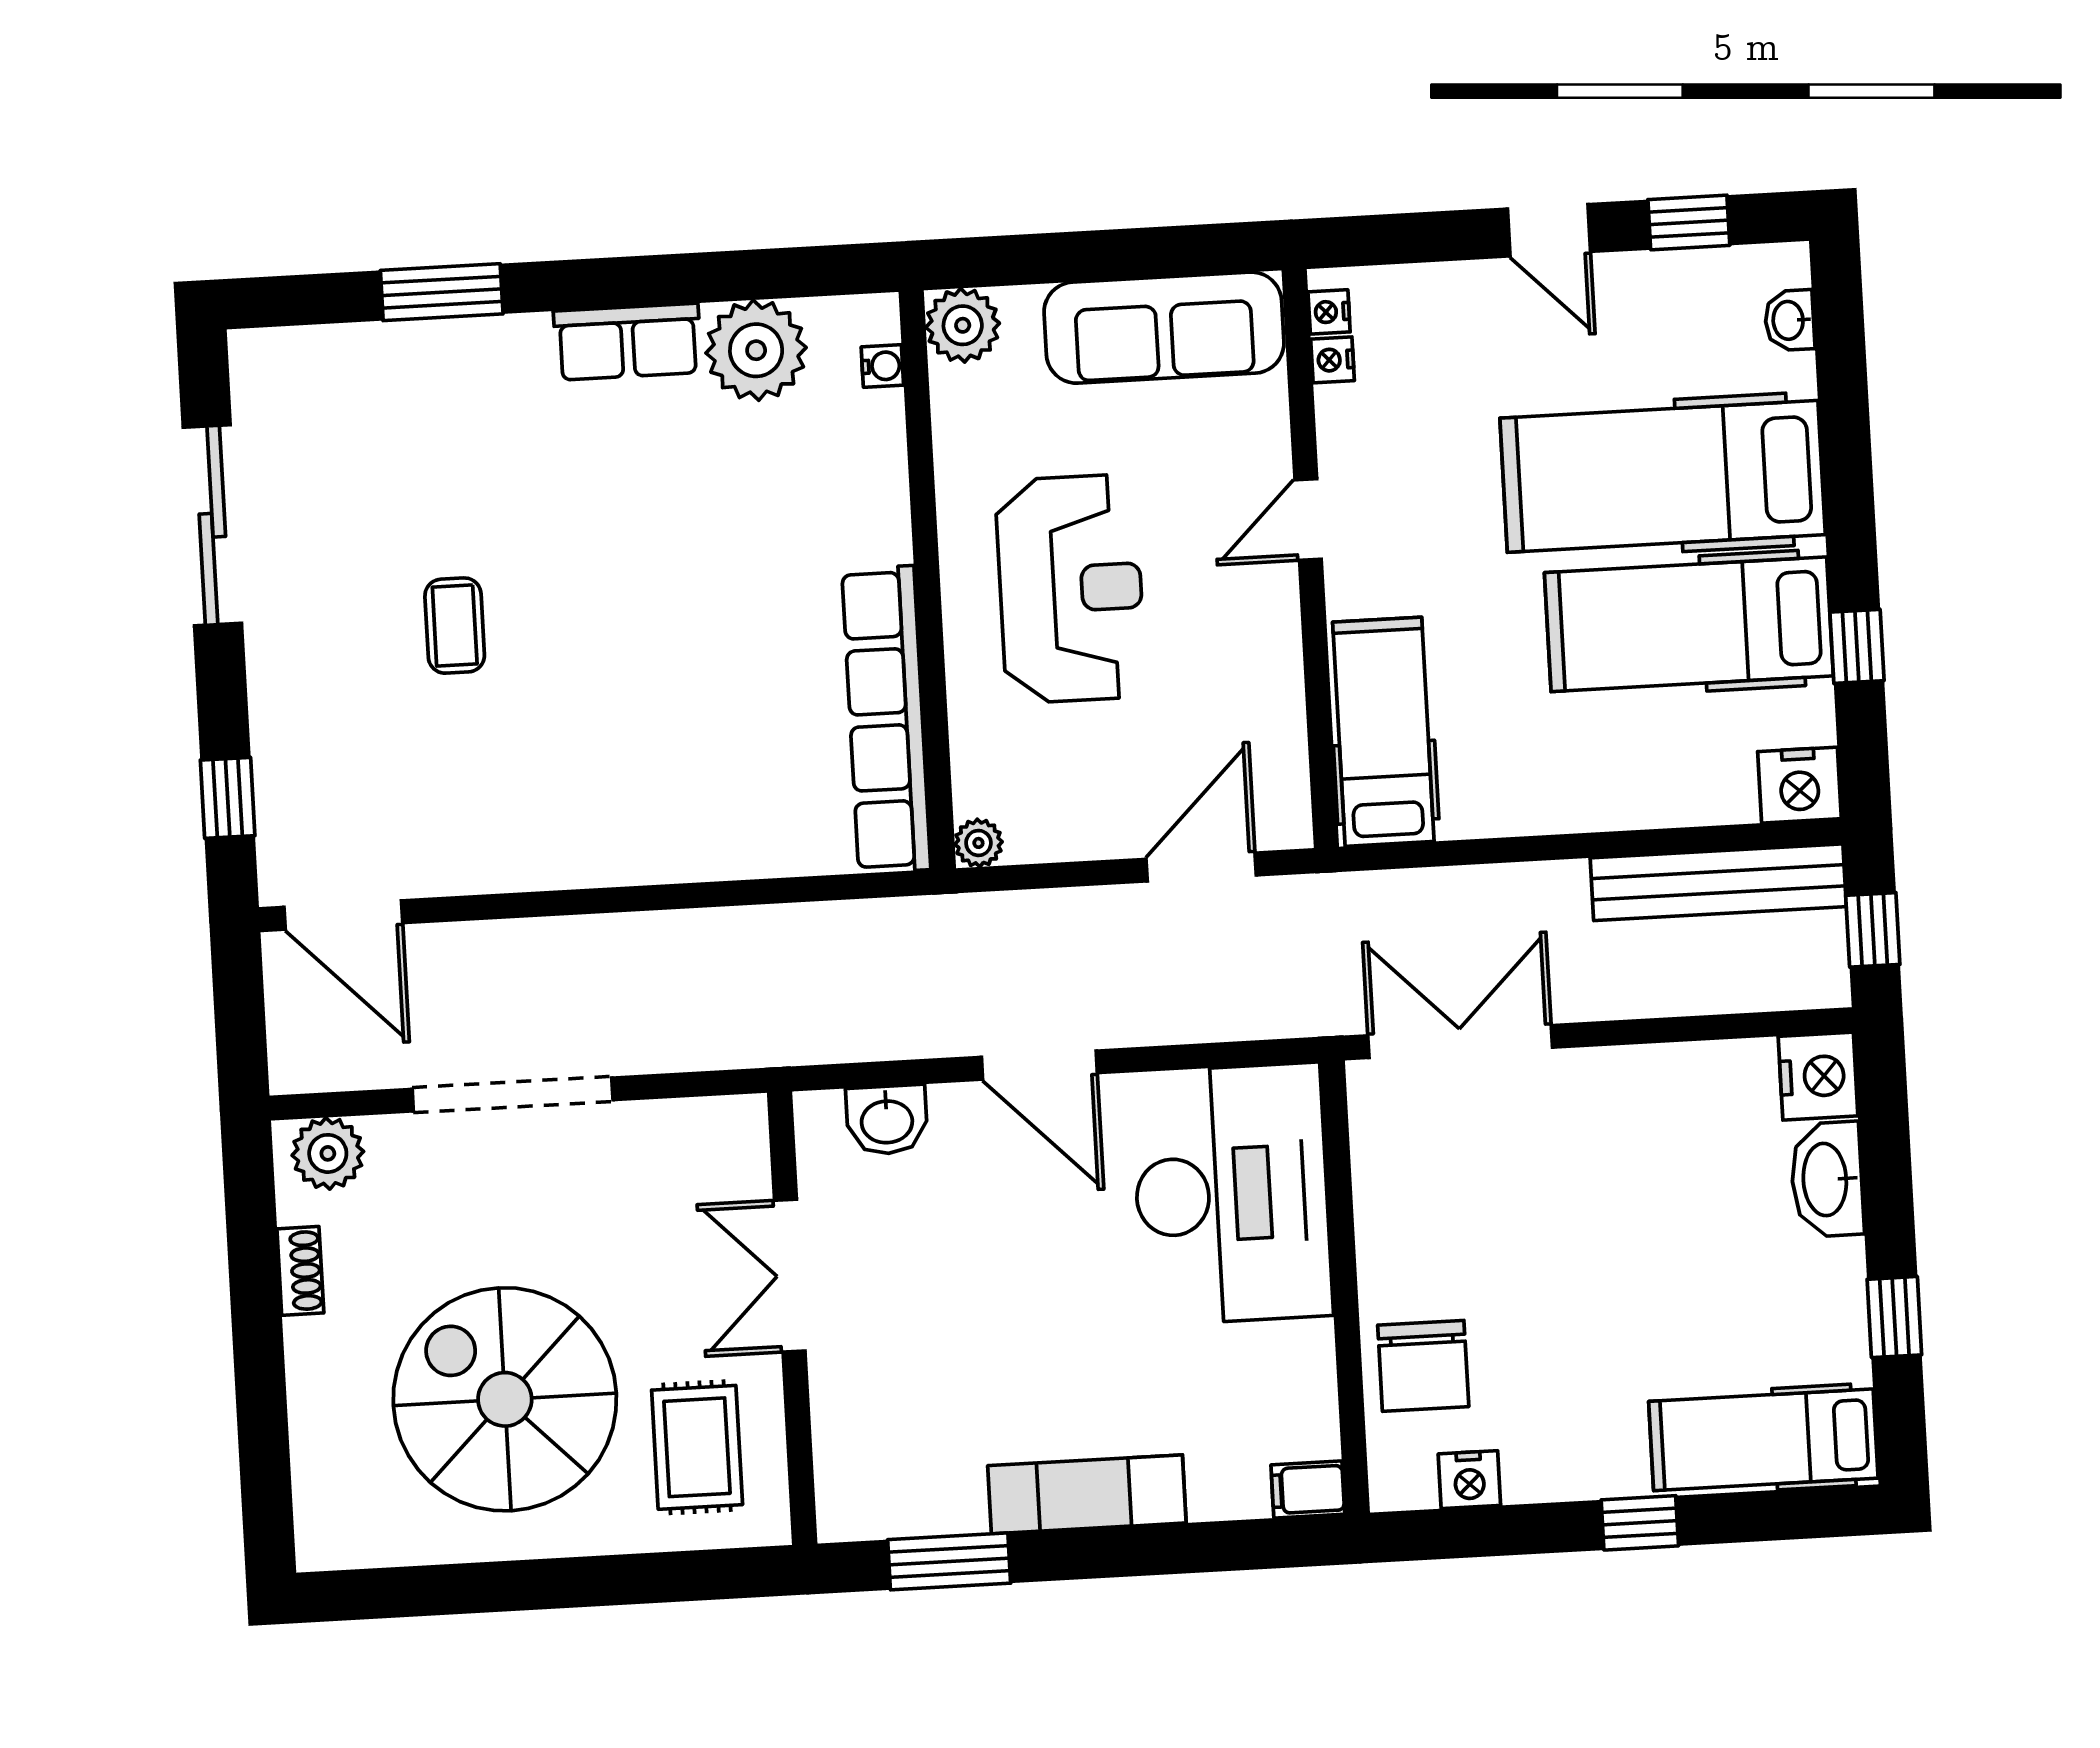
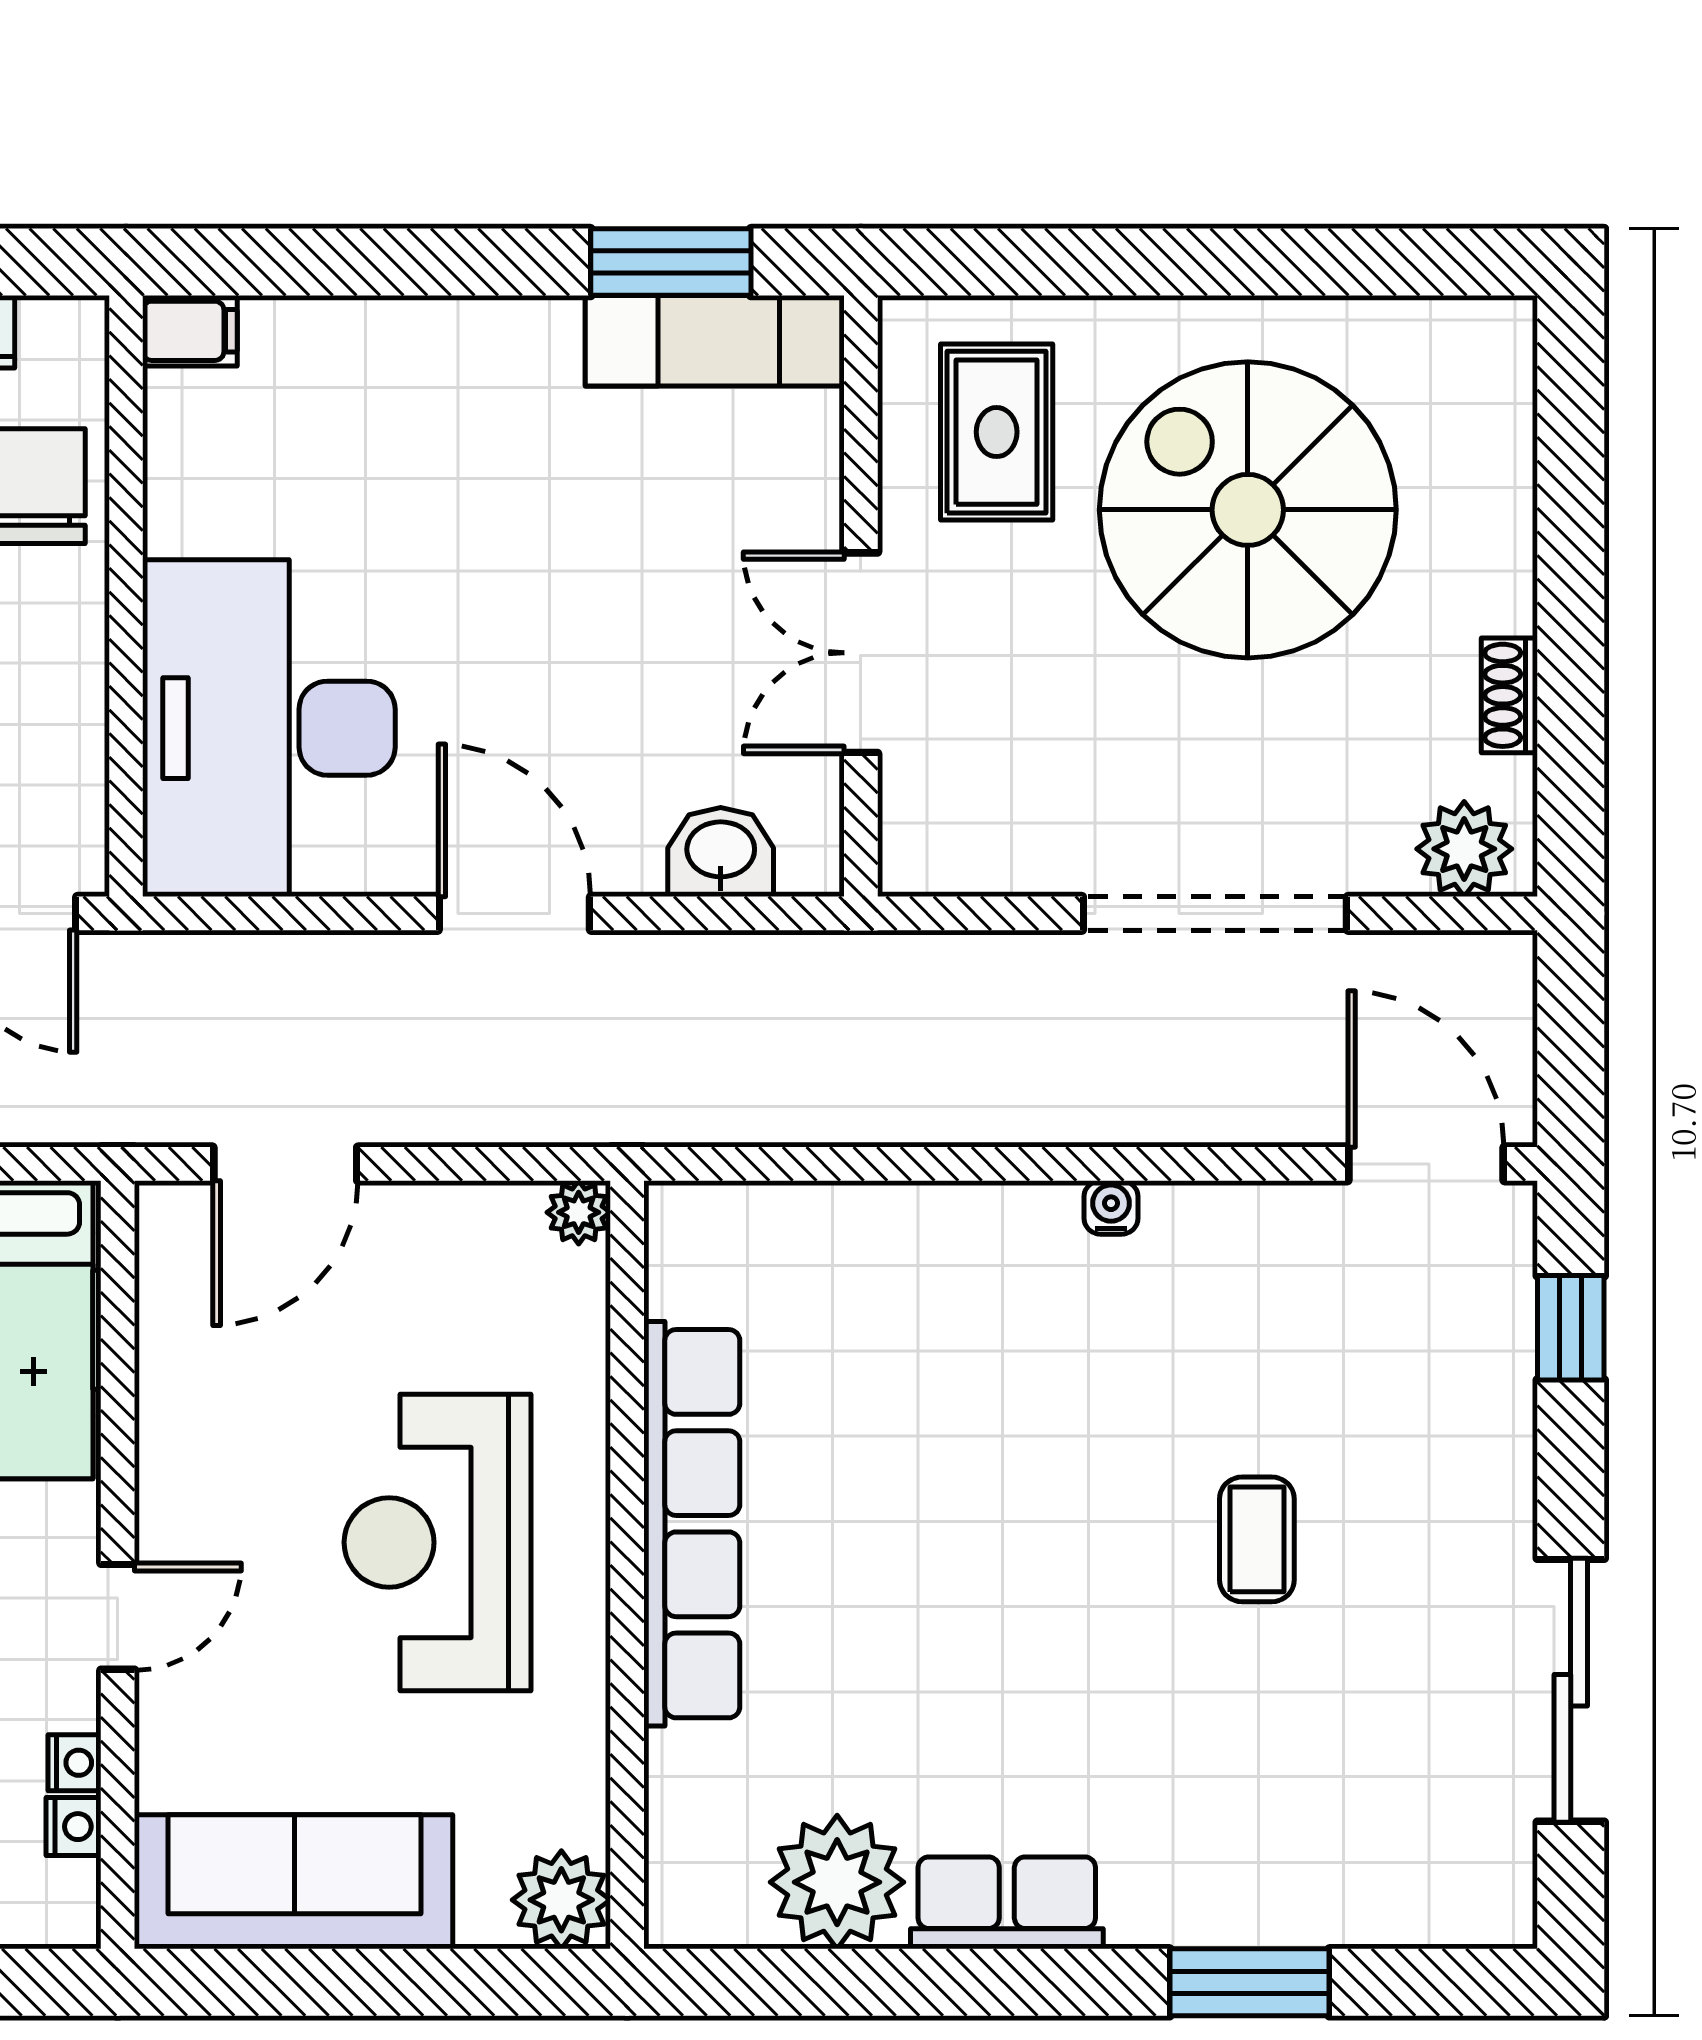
nightstand: (1329, 312) -> (74, 1763), moved
water cooler: (882, 366) -> (1111, 1207), moved, turned 90
row of seats: (886, 719) -> (692, 1524), moved
double door: (790, 1276) -> (861, 653), swing flipped
spiral stairs: (505, 1399) -> (1248, 510), turned 180
exam couch: (1087, 1494) -> (715, 341), moved

